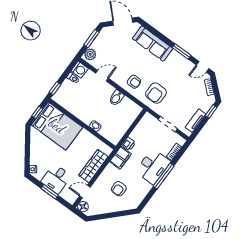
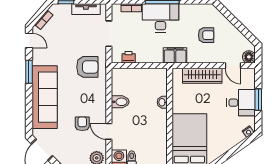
sofa: (153, 44) -> (45, 97), width x1.36, depth x1.27
armchair: (134, 82) -> (82, 124), moved
printer: (129, 144) -> (129, 57), moved

